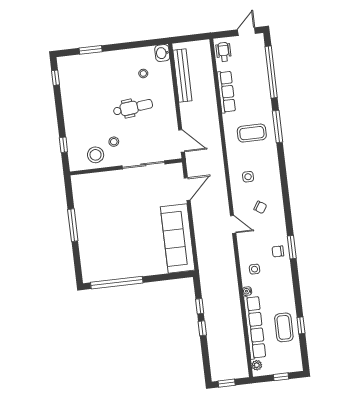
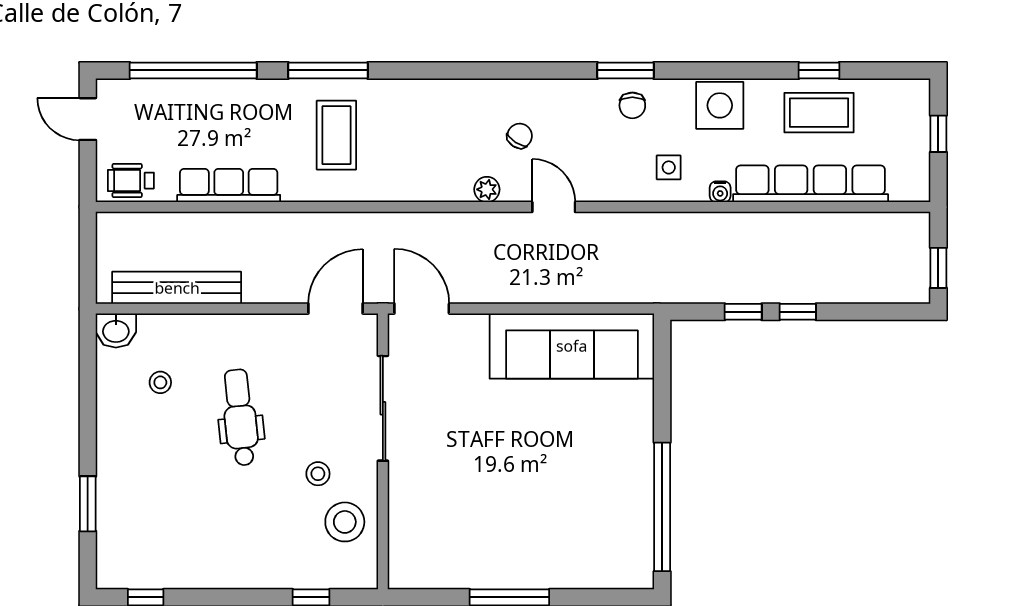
side table: (248, 177) -> (720, 105), moved, width x1.87, depth x1.87
door: (187, 189) -> (422, 309), moved
door: (233, 224) -> (554, 207), hinge flipped
plant: (257, 365) -> (487, 189), moved

